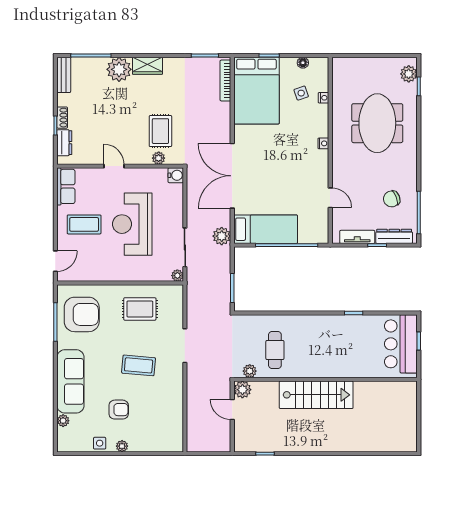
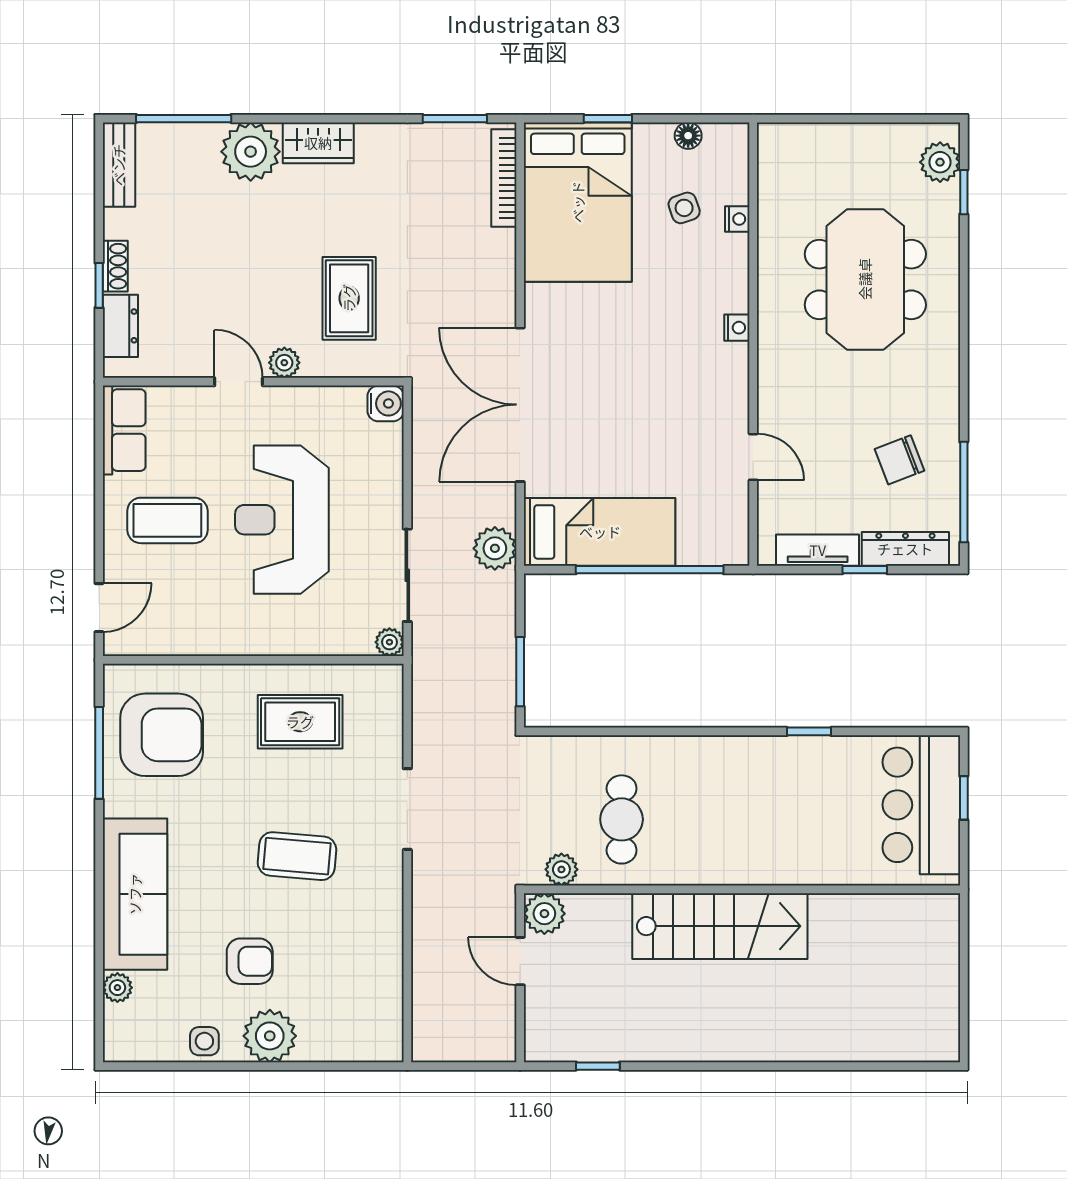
plant: (159, 158) -> (284, 363), moved
plant: (122, 446) -> (270, 1036), width x1.87, depth x1.87

